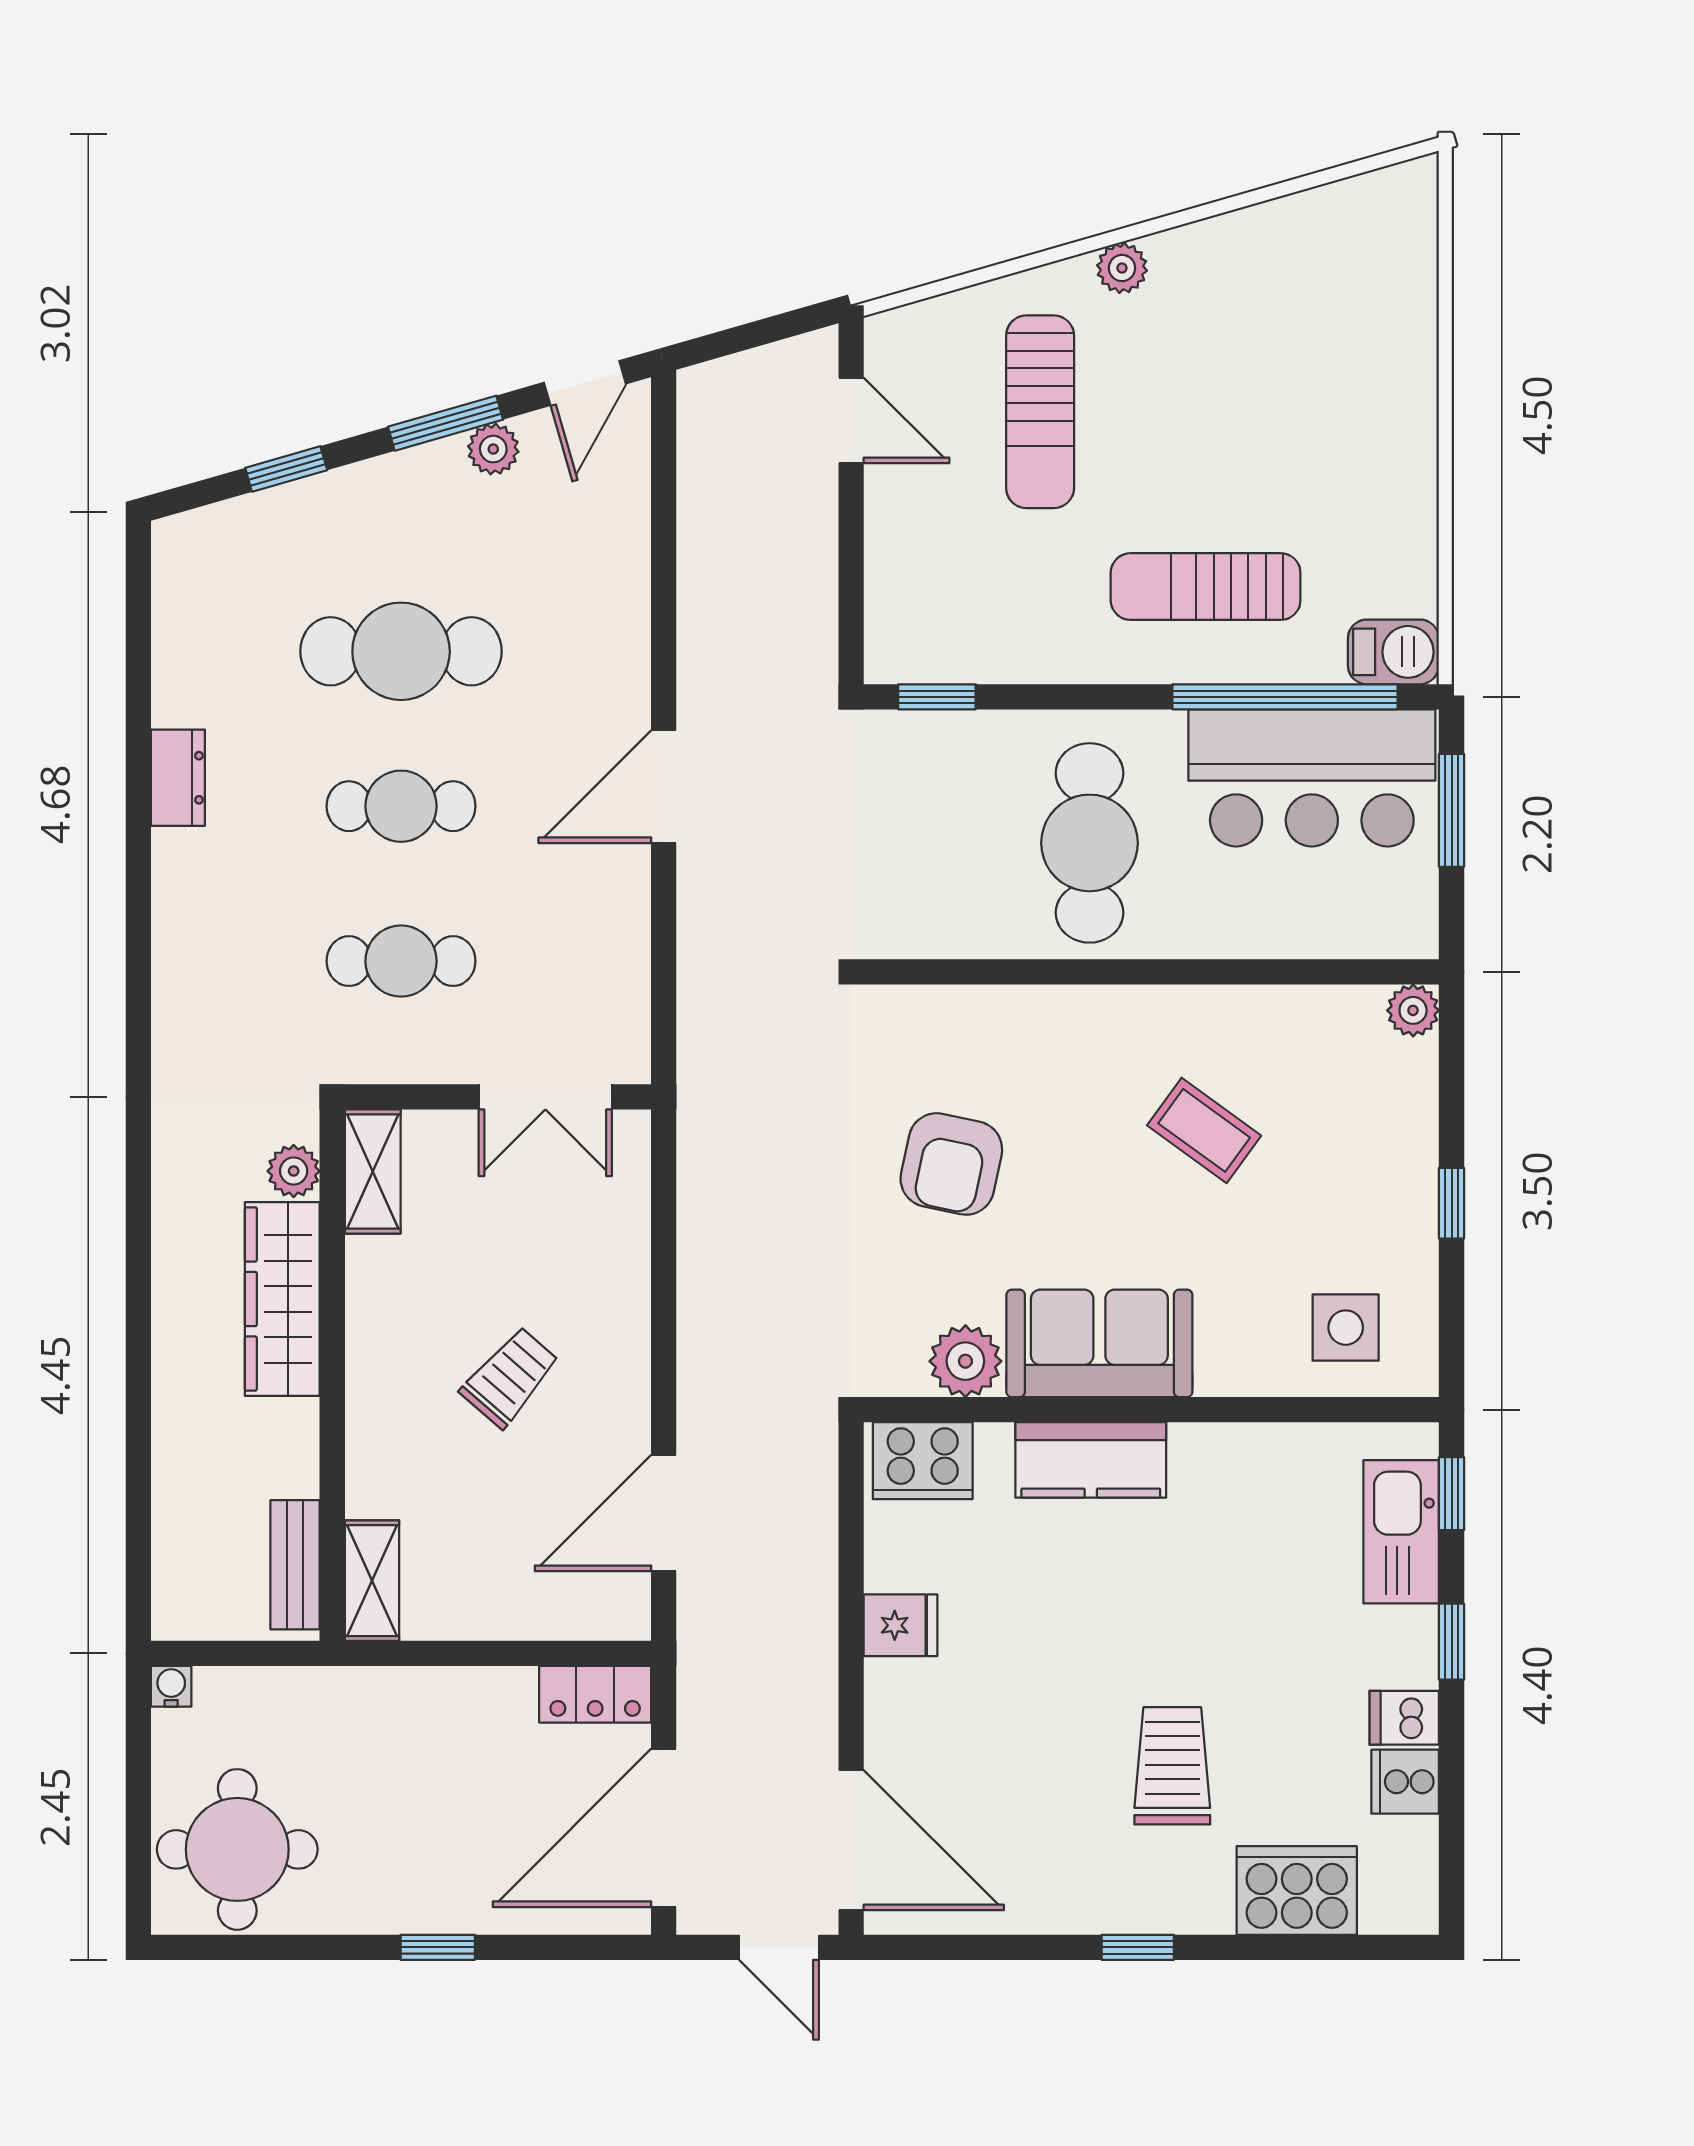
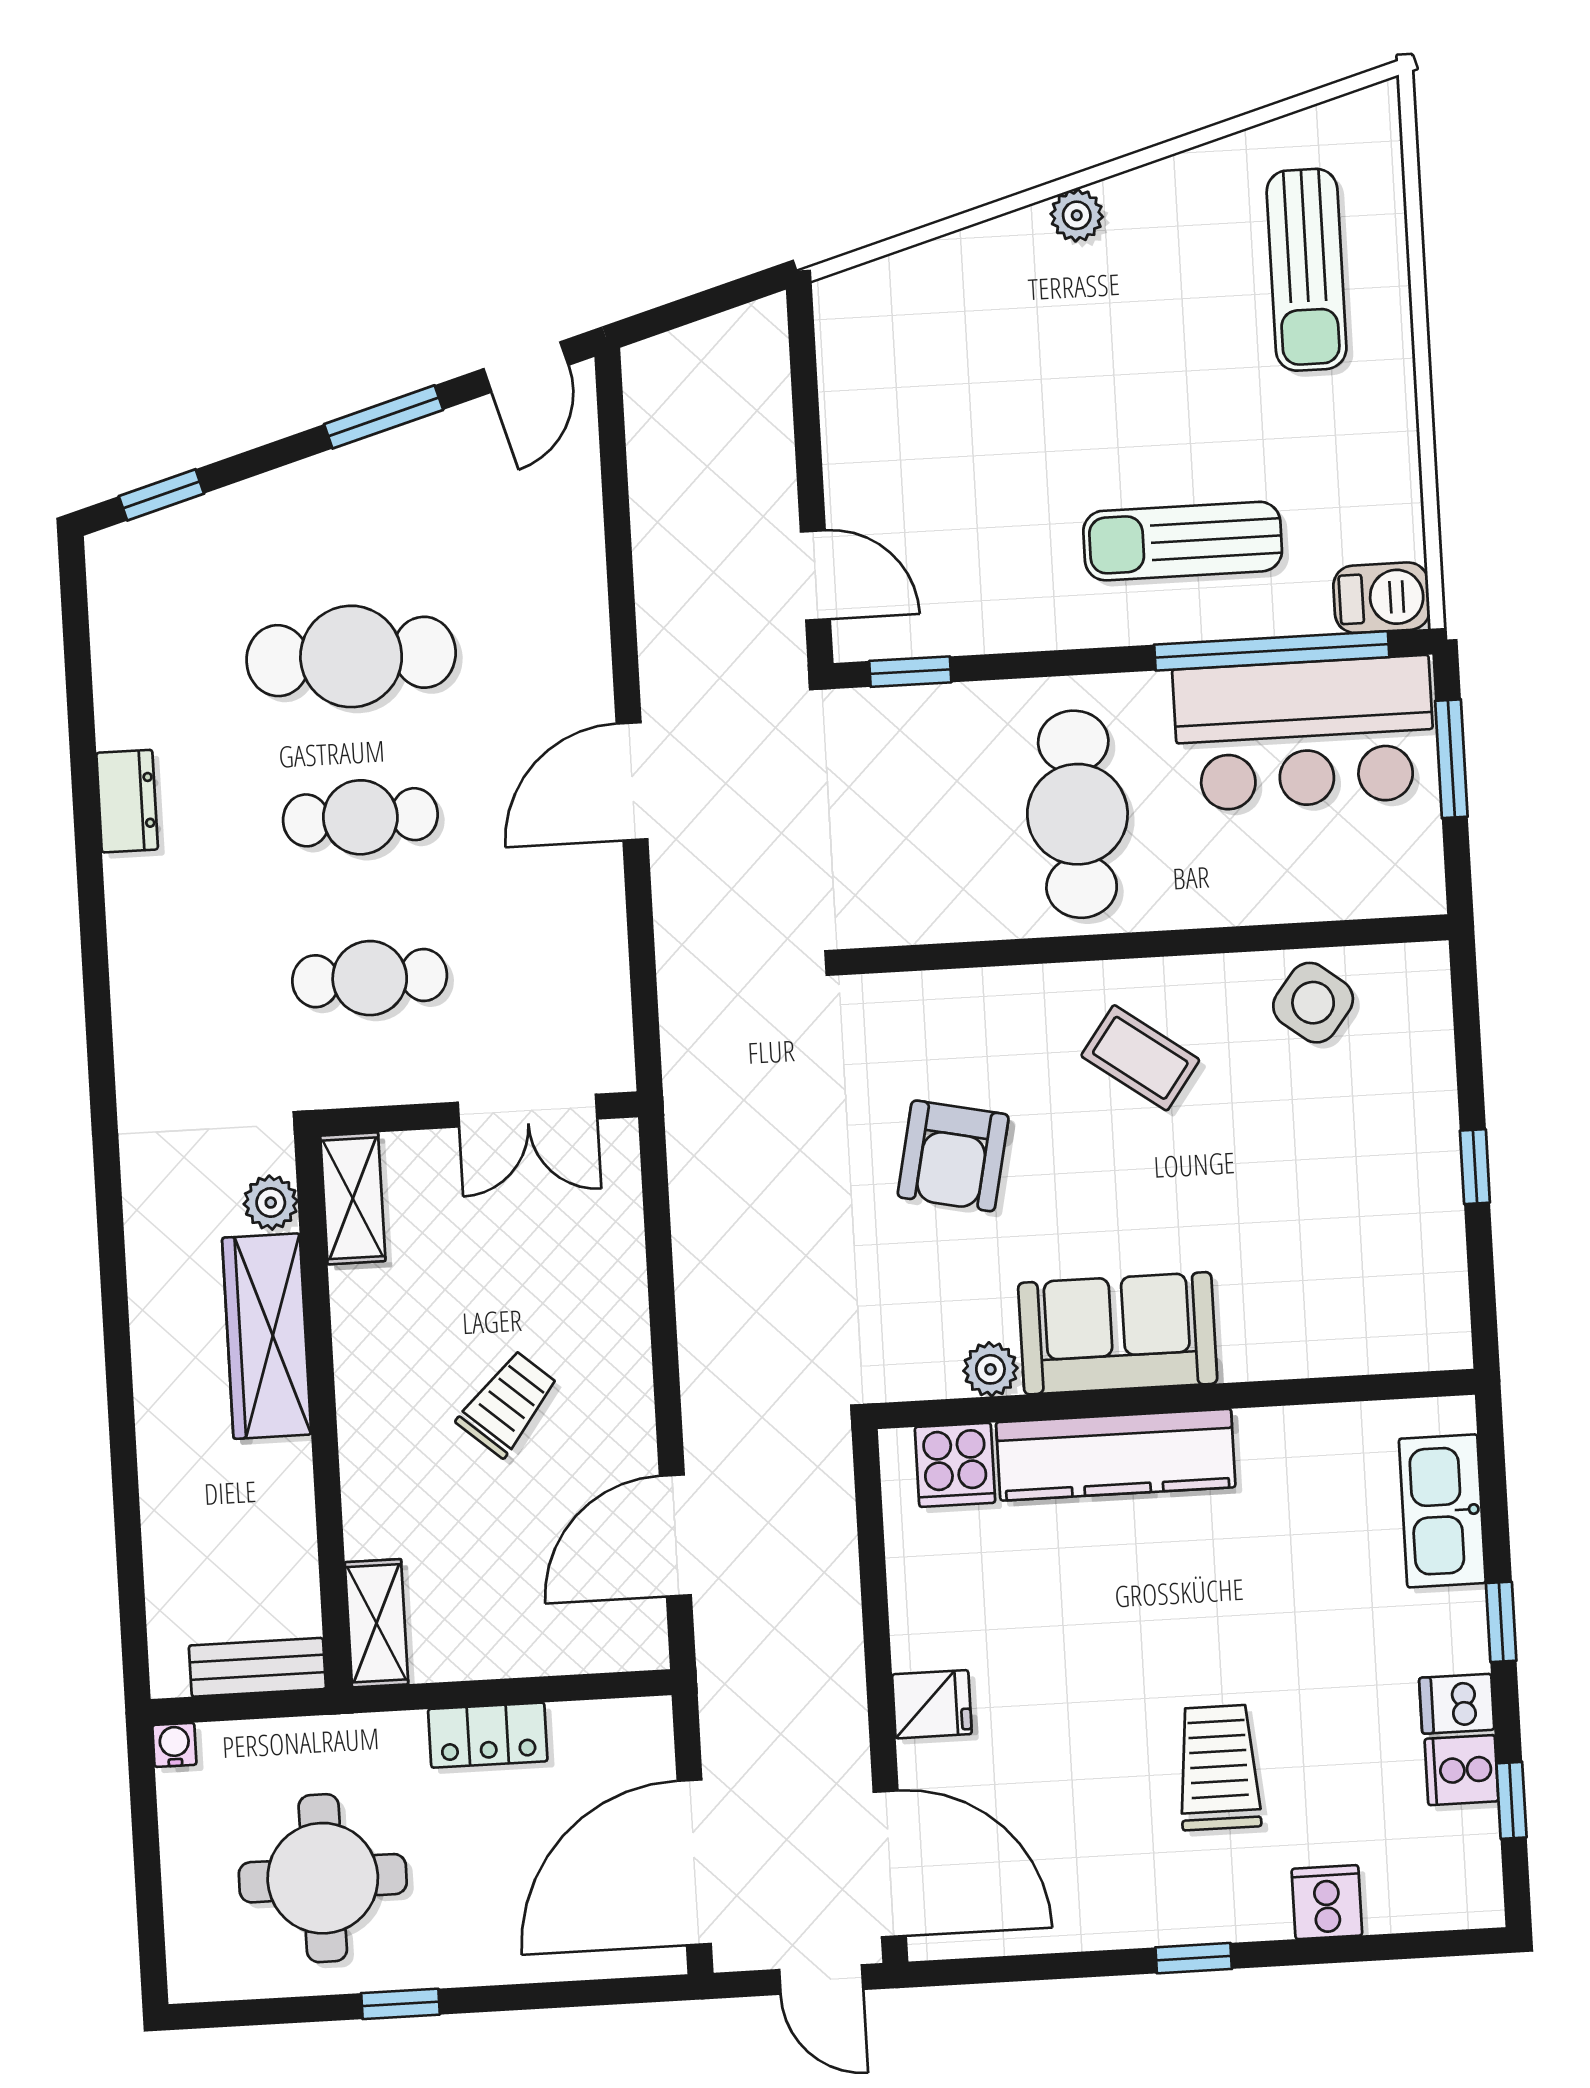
sun lounger: (1040, 412) -> (1307, 270), moved
door: (851, 420) -> (815, 575), moved
plant: (493, 449) -> (435, 441), removed
window: (286, 469) -> (161, 495), moved
plant: (1413, 1010) -> (1423, 969), removed
coffee table: (1204, 1130) -> (1140, 1058), moved
side table: (1346, 1328) -> (1313, 1003), moved, turned 38
plant: (965, 1361) -> (990, 1369), width x0.73, depth x0.73
kitchen counter: (1091, 1460) -> (1116, 1455), width x1.50
cooker: (923, 1461) -> (955, 1465), width x0.73
window: (1452, 1494) -> (1511, 1800), moved
bench: (295, 1565) -> (257, 1667), moved, turned 90
fridge: (901, 1625) -> (932, 1704), moved
locker: (595, 1694) -> (488, 1735), moved
round table: (237, 1849) -> (323, 1878), moved
cooker: (1297, 1890) -> (1327, 1902), width x0.53, depth x0.76
window: (438, 1947) -> (400, 2004), moved

